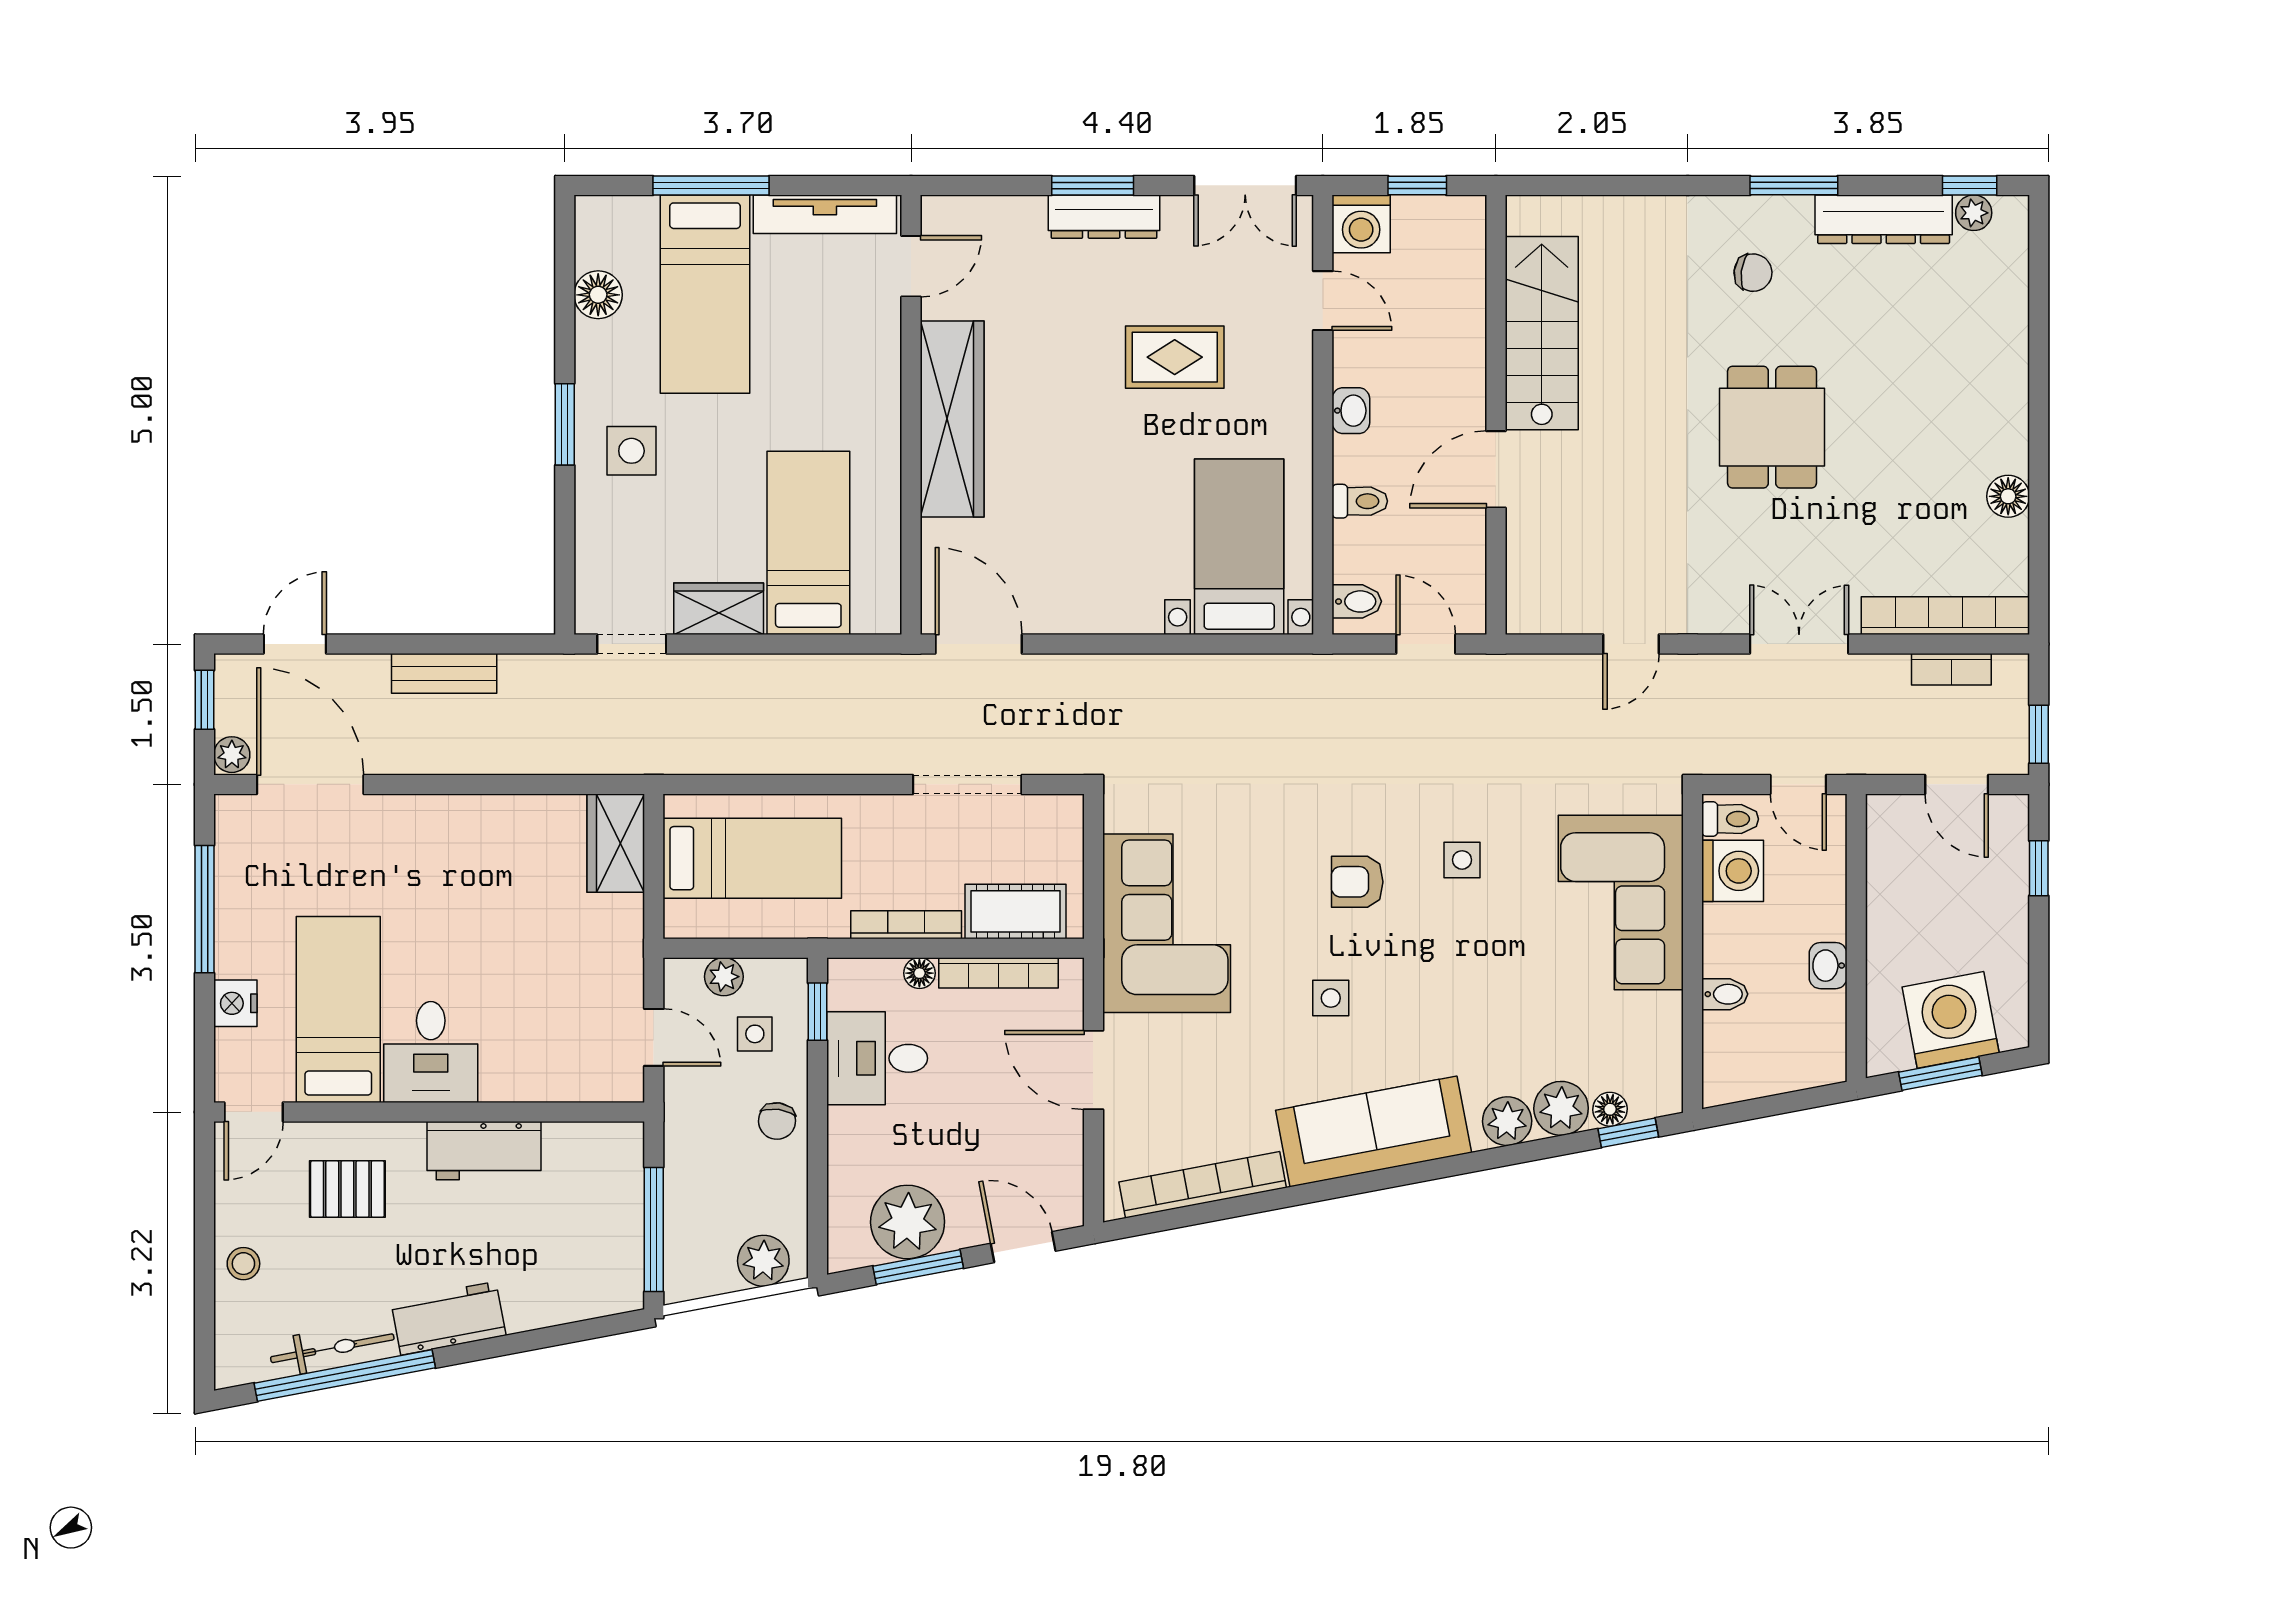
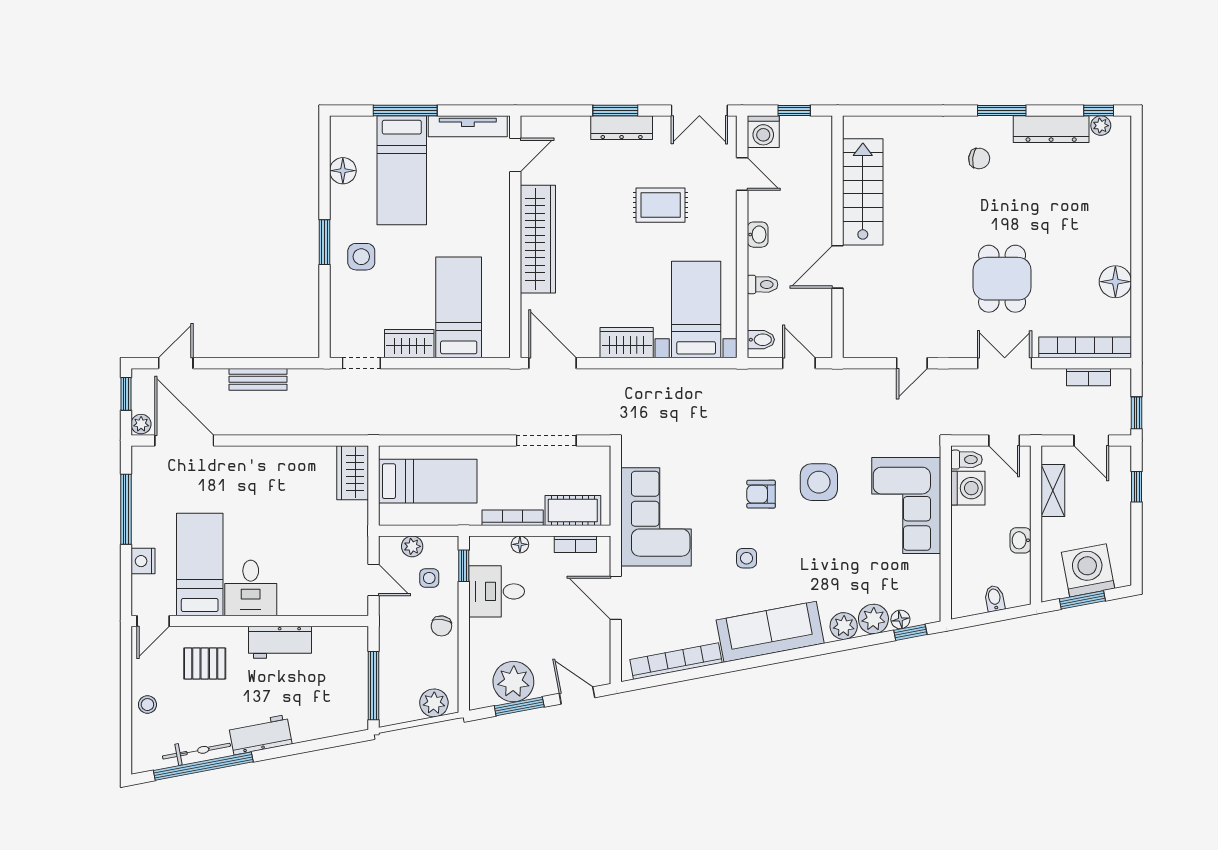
dining table: (1772, 427) -> (1002, 279), moved
floor lamp: (2008, 496) -> (1115, 282), width x1.38, depth x1.38
wardrobe: (1113, 607) -> (627, 343), added
side table: (1462, 860) -> (819, 482), width x1.87, depth x1.87
shelving: (1887, 875) -> (1053, 490), added
bookcase: (998, 973) -> (575, 544), width x0.64
bidet: (1725, 994) -> (995, 598), moved, turned -101

